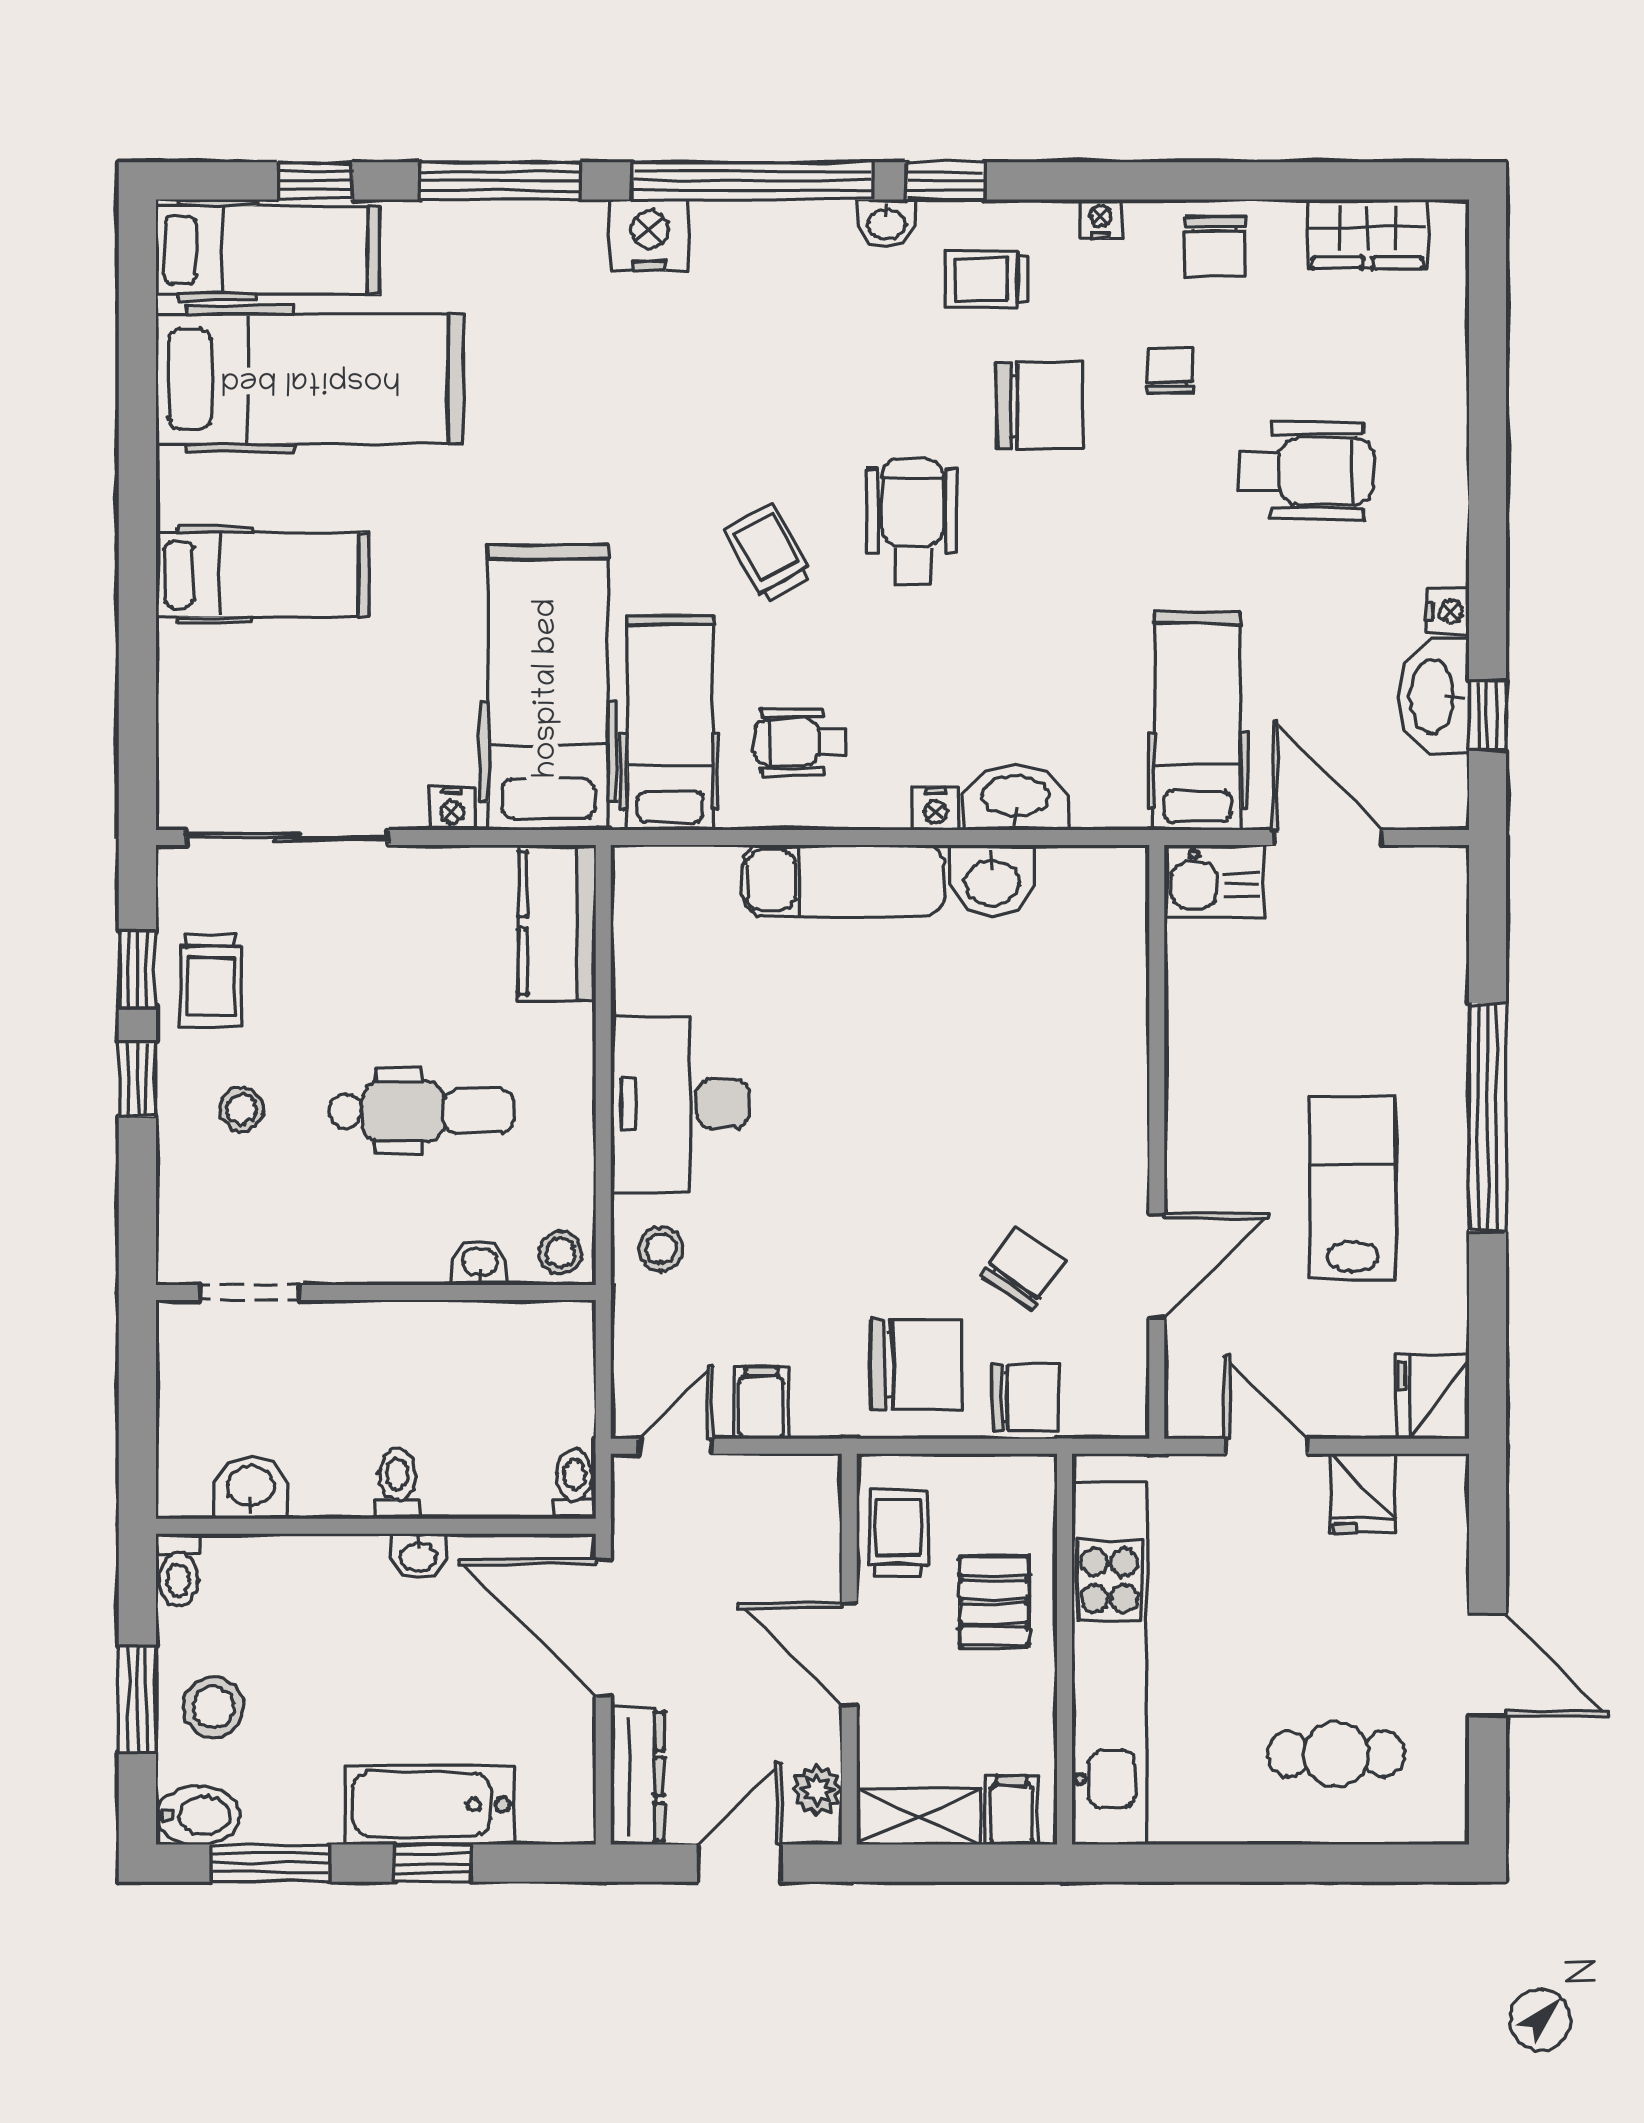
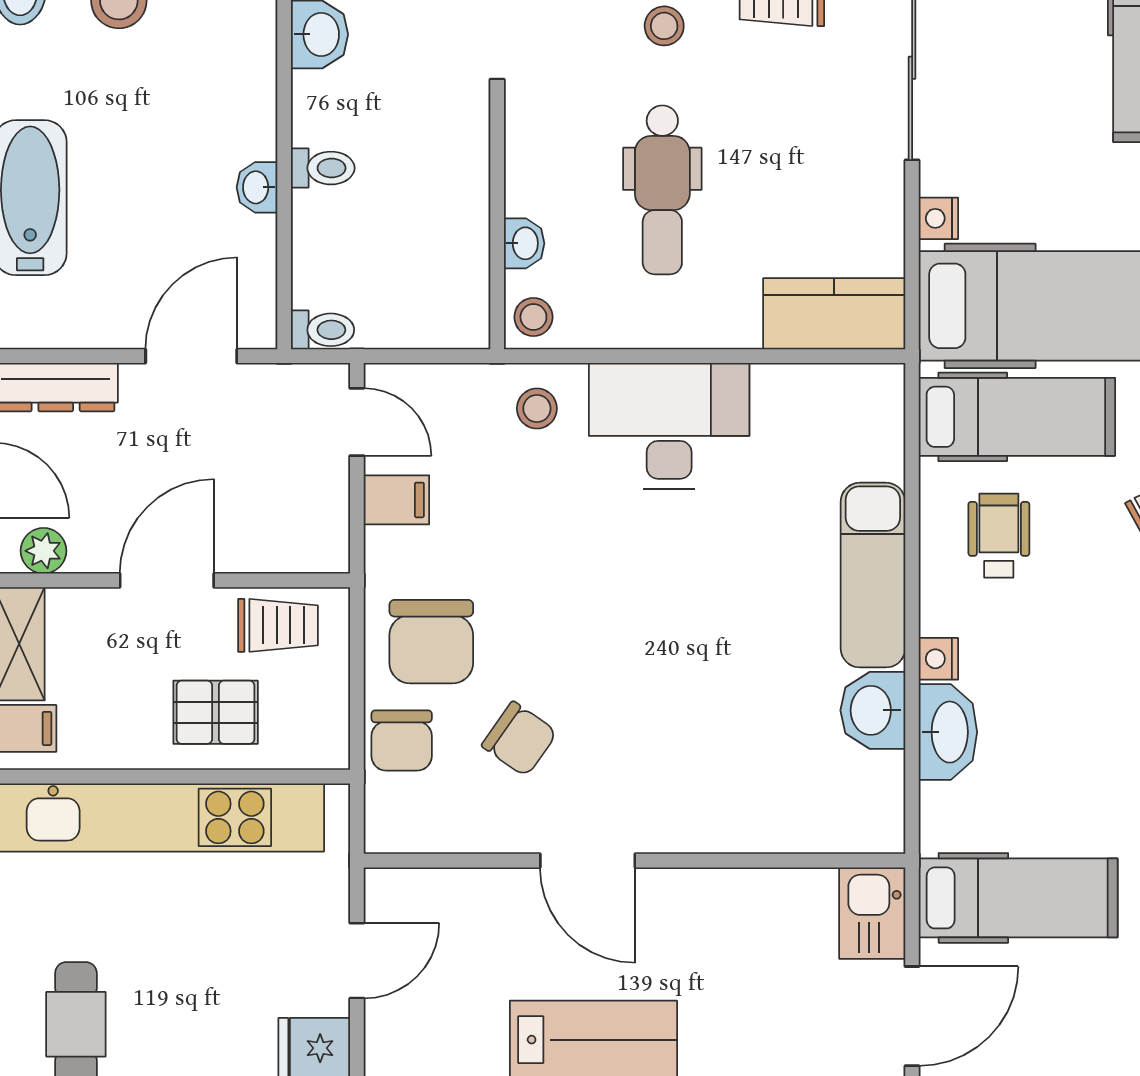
door: (1157, 1266) -> (588, 861), moved
door: (603, 1628) -> (191, 356), width x0.73

